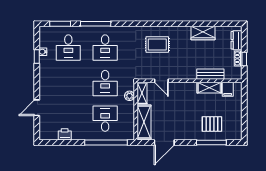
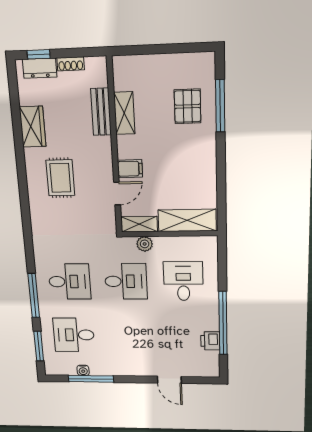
rug: (157, 45) -> (60, 178), moved
desk: (68, 48) -> (74, 335), turned 180
window: (37, 57) -> (91, 379), width x2.17
window: (244, 59) -> (38, 54), moved
filing cabinet: (228, 89) -> (130, 169), moved
desk: (105, 119) -> (183, 281), turned 90
window: (106, 142) -> (223, 323), moved
door: (164, 142) -> (221, 187), removed

